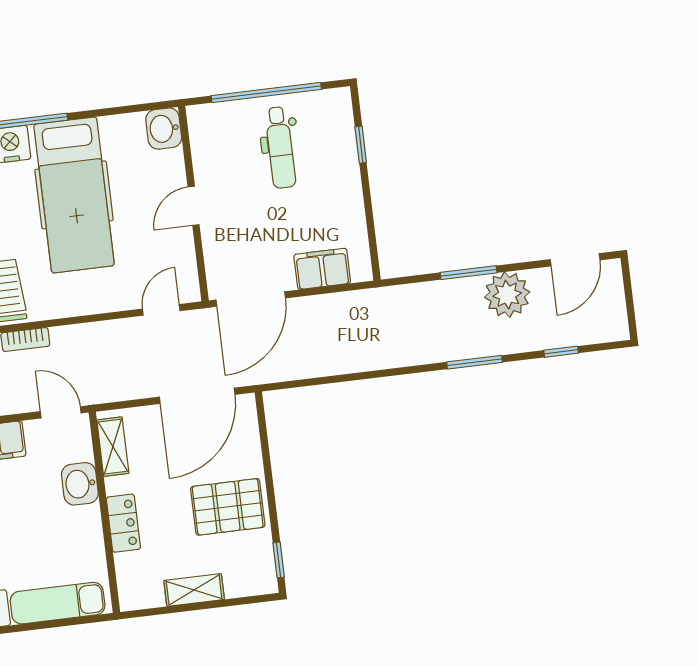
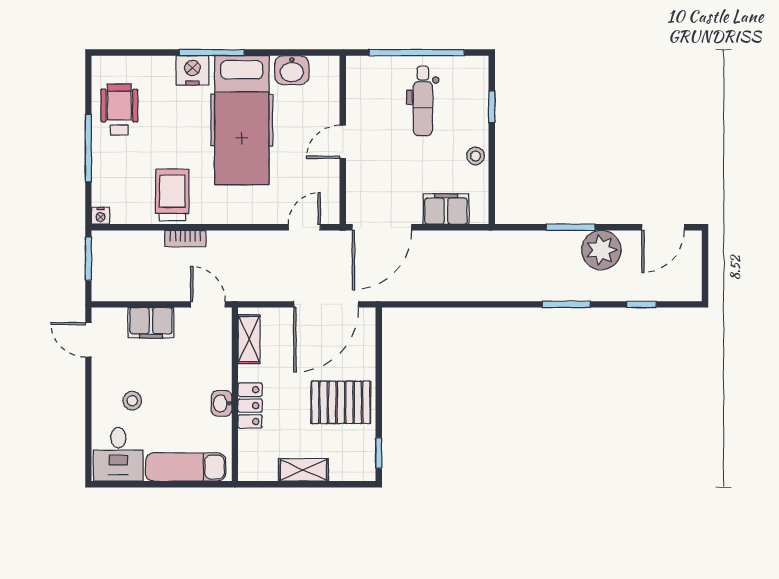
washbasin: (164, 129) -> (292, 70), moved, turned -90
stool: (349, 204) -> (476, 156), added
washbasin: (80, 484) -> (222, 403), moved, width x0.72, depth x0.69

